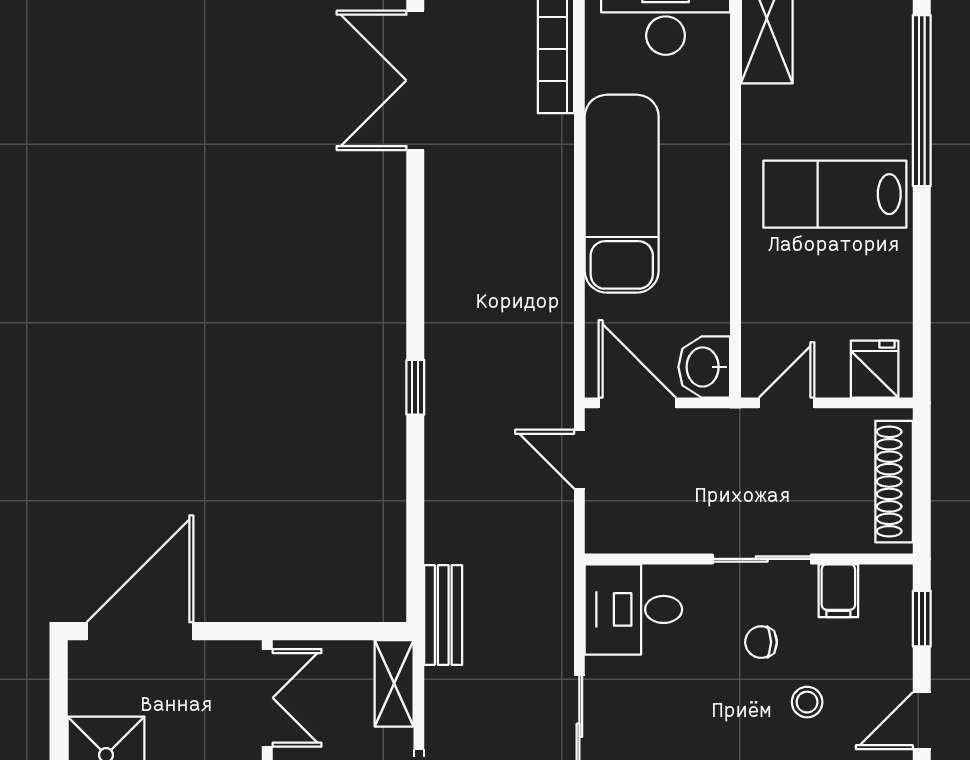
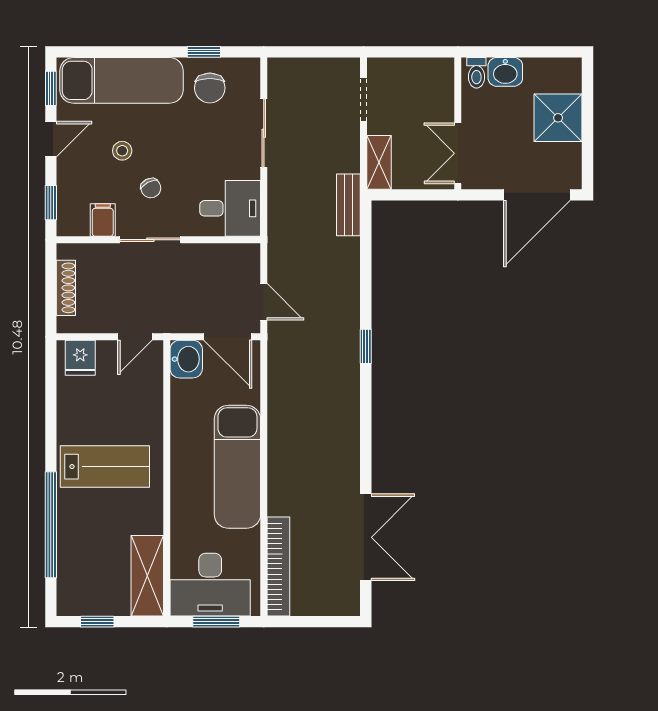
shoe rack: (894, 482) -> (66, 288), width x0.74, depth x0.81
chair: (761, 642) -> (151, 188), turned 62

